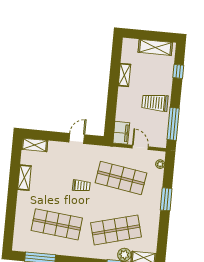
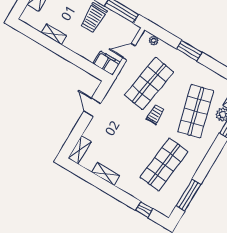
trolley: (81, 186) -> (155, 115), moved
window: (9, 226) -> (144, 210), added

